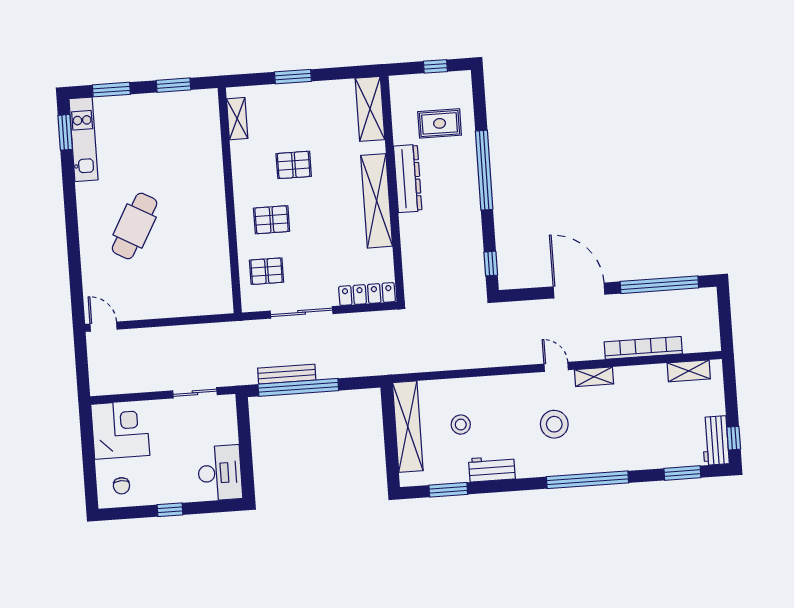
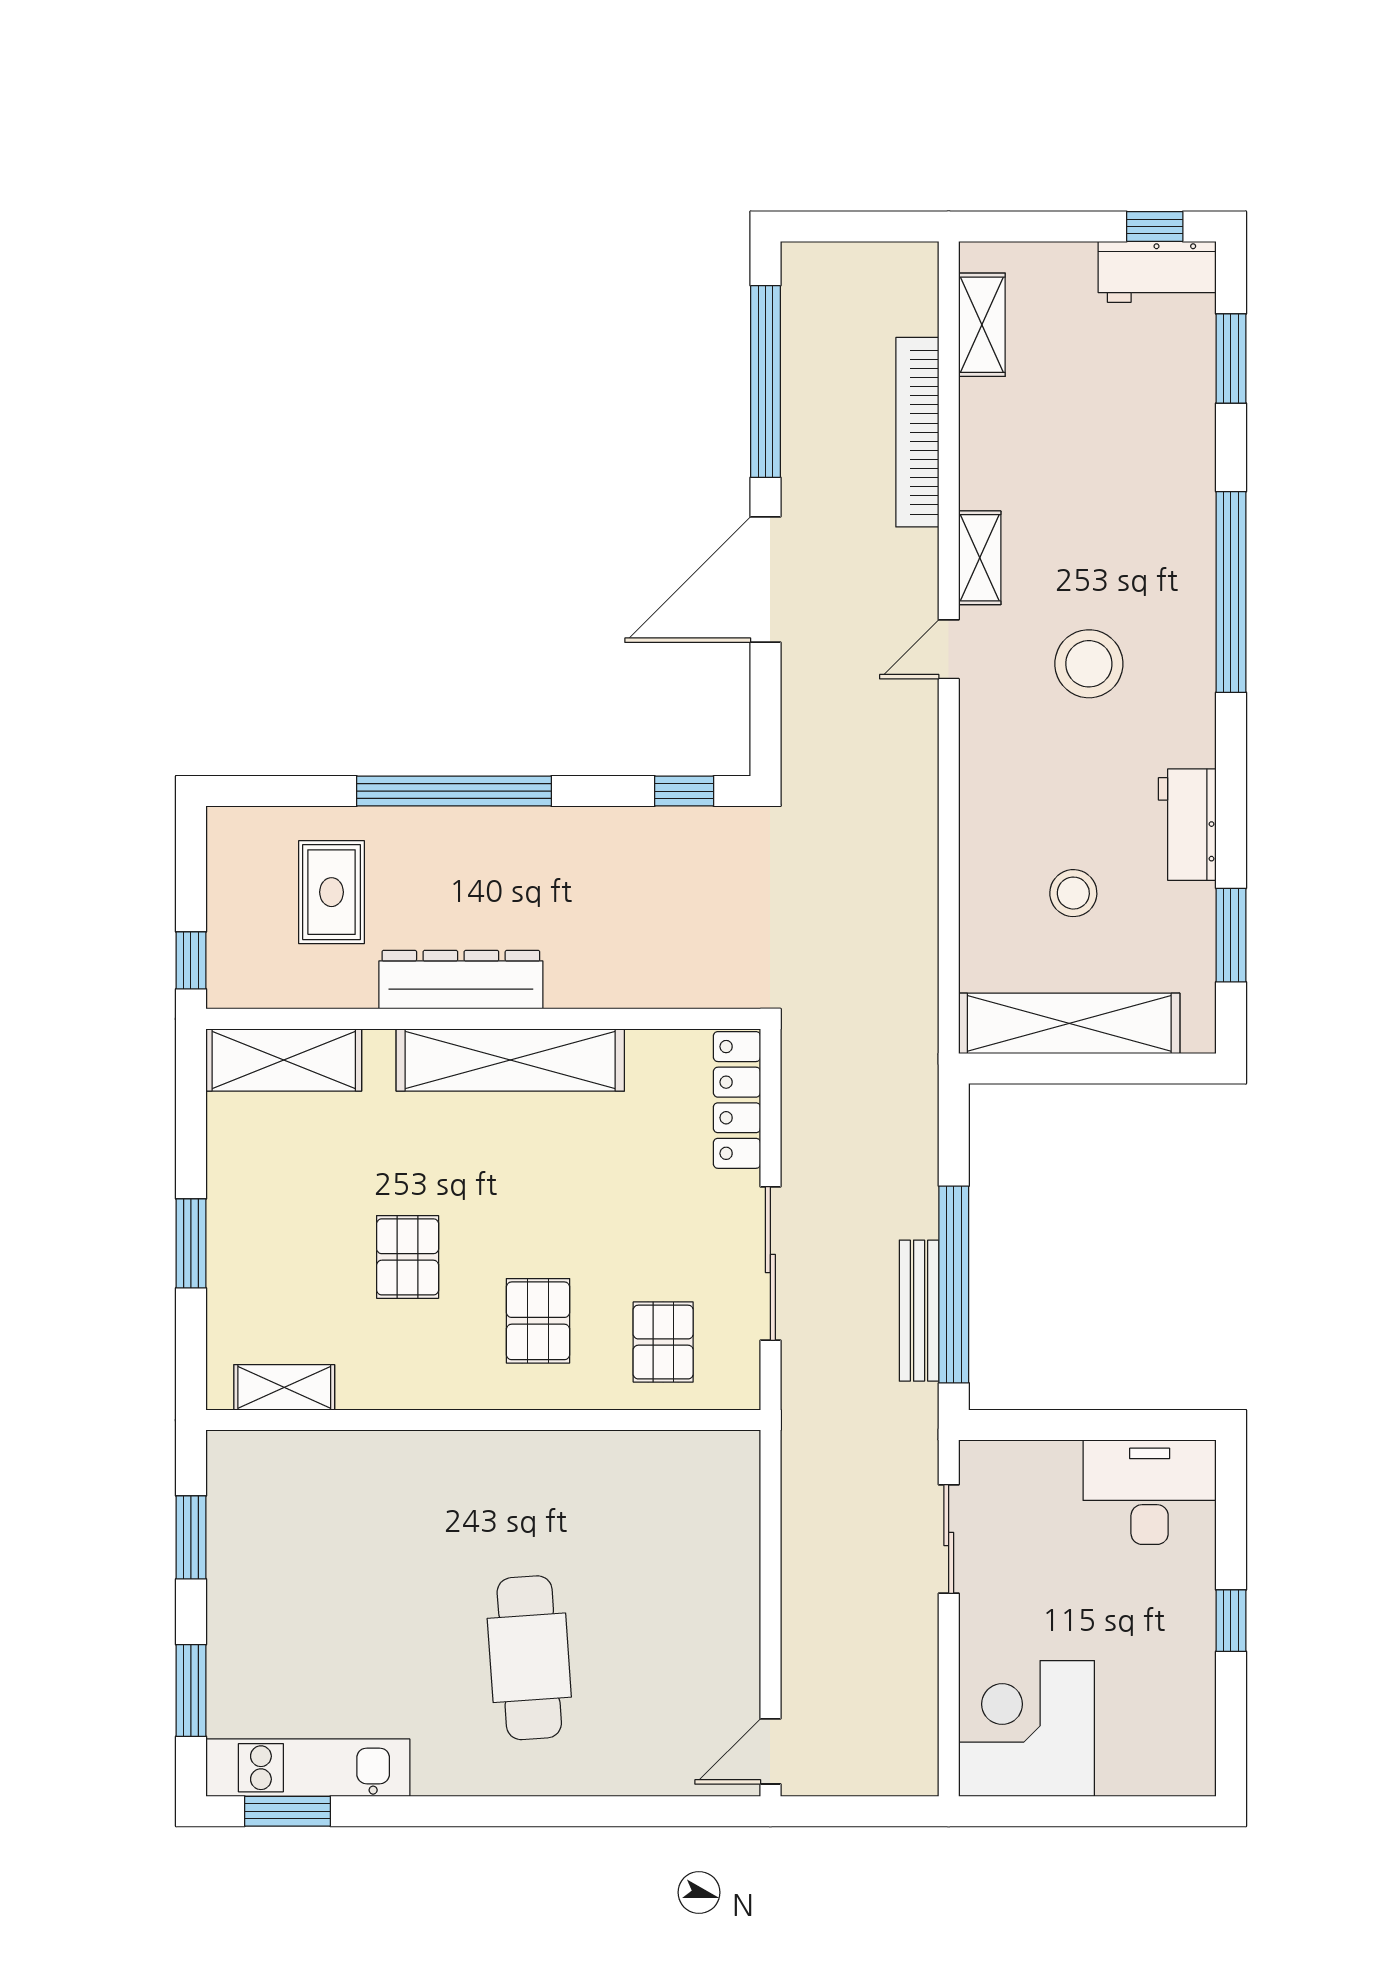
window: (435, 66) -> (191, 960), moved
cafe table: (135, 226) -> (529, 1658), turned 57
chair: (121, 486) -> (1164, 1735), removed

